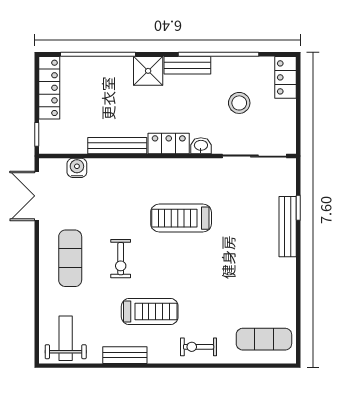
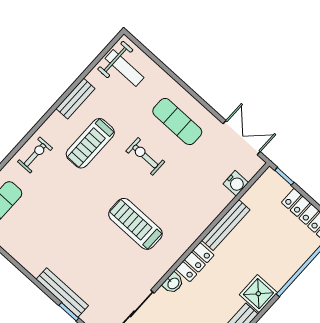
treadmill: (181, 218) -> (135, 224), turned -90

